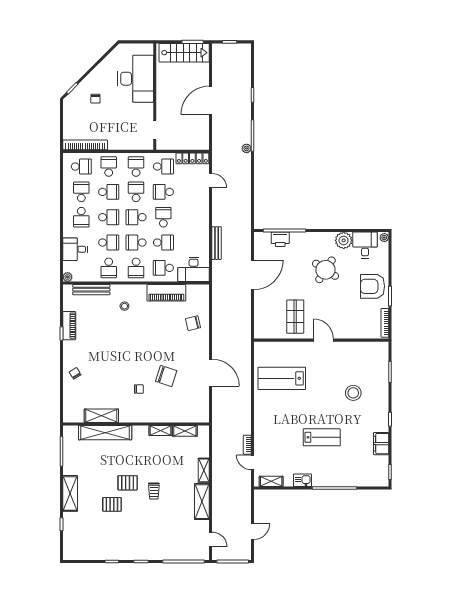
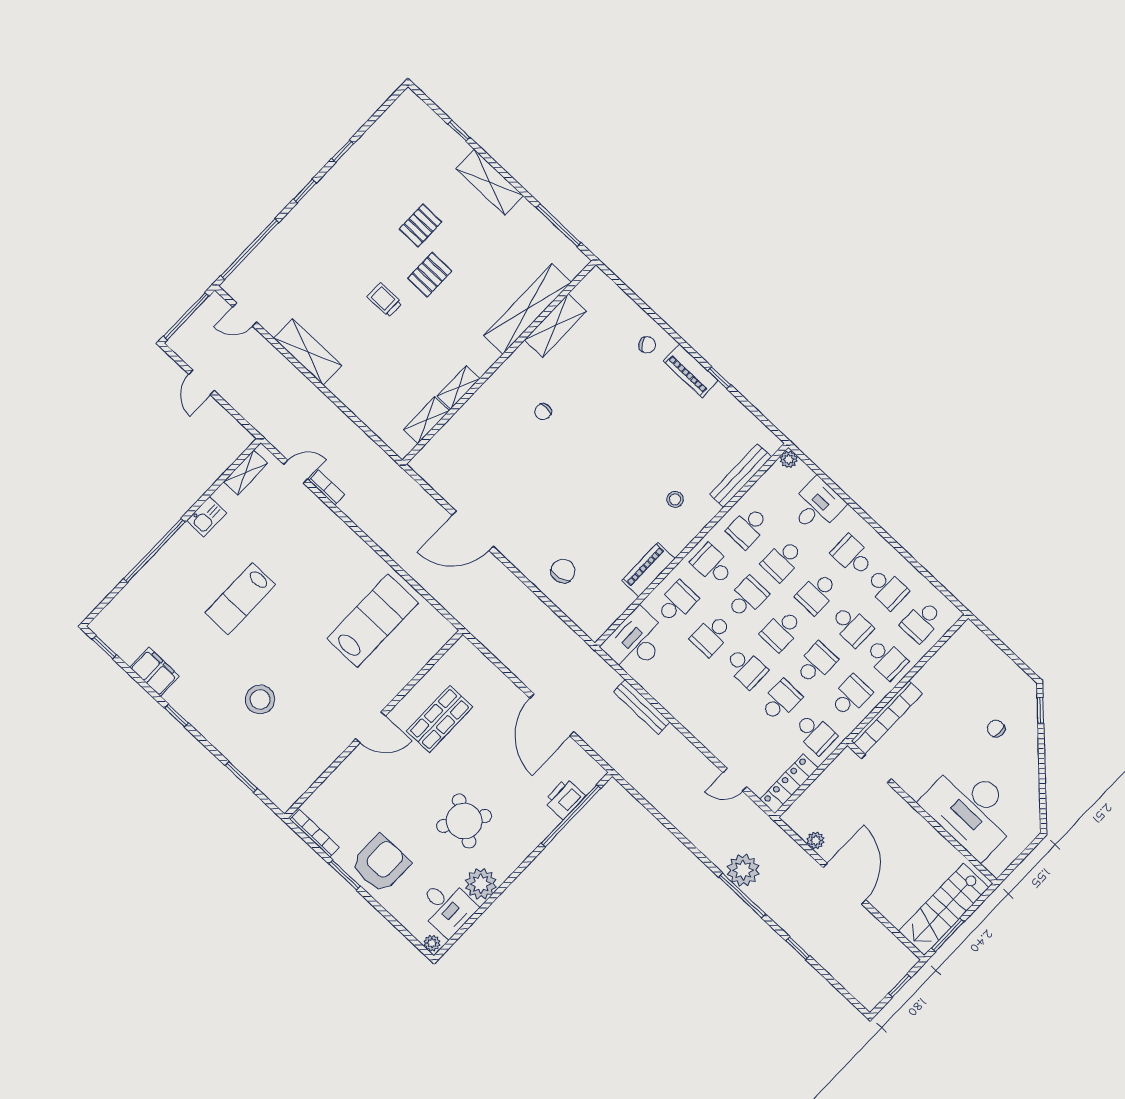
plant: (205, 127) -> (816, 841), added
bookcase: (85, 145) -> (887, 717), moved
plant: (247, 148) -> (743, 870), width x1.88, depth x1.88
school desk: (136, 167) -> (851, 696), turned -90
school desk: (163, 167) -> (815, 733), turned -90
school desk: (109, 192) -> (852, 626), turned -90
school desk: (136, 192) -> (816, 663), turned -90
school desk: (136, 217) -> (782, 630), turned 180
school desk: (109, 268) -> (748, 527), turned -90
piano: (166, 293) -> (648, 570), width x0.73, depth x0.75
shop shelf: (295, 317) -> (440, 719), turned 90
piano: (69, 326) -> (691, 371), moved
chair: (166, 376) -> (526, 466), removed
shelving: (204, 470) -> (348, 395), removed

